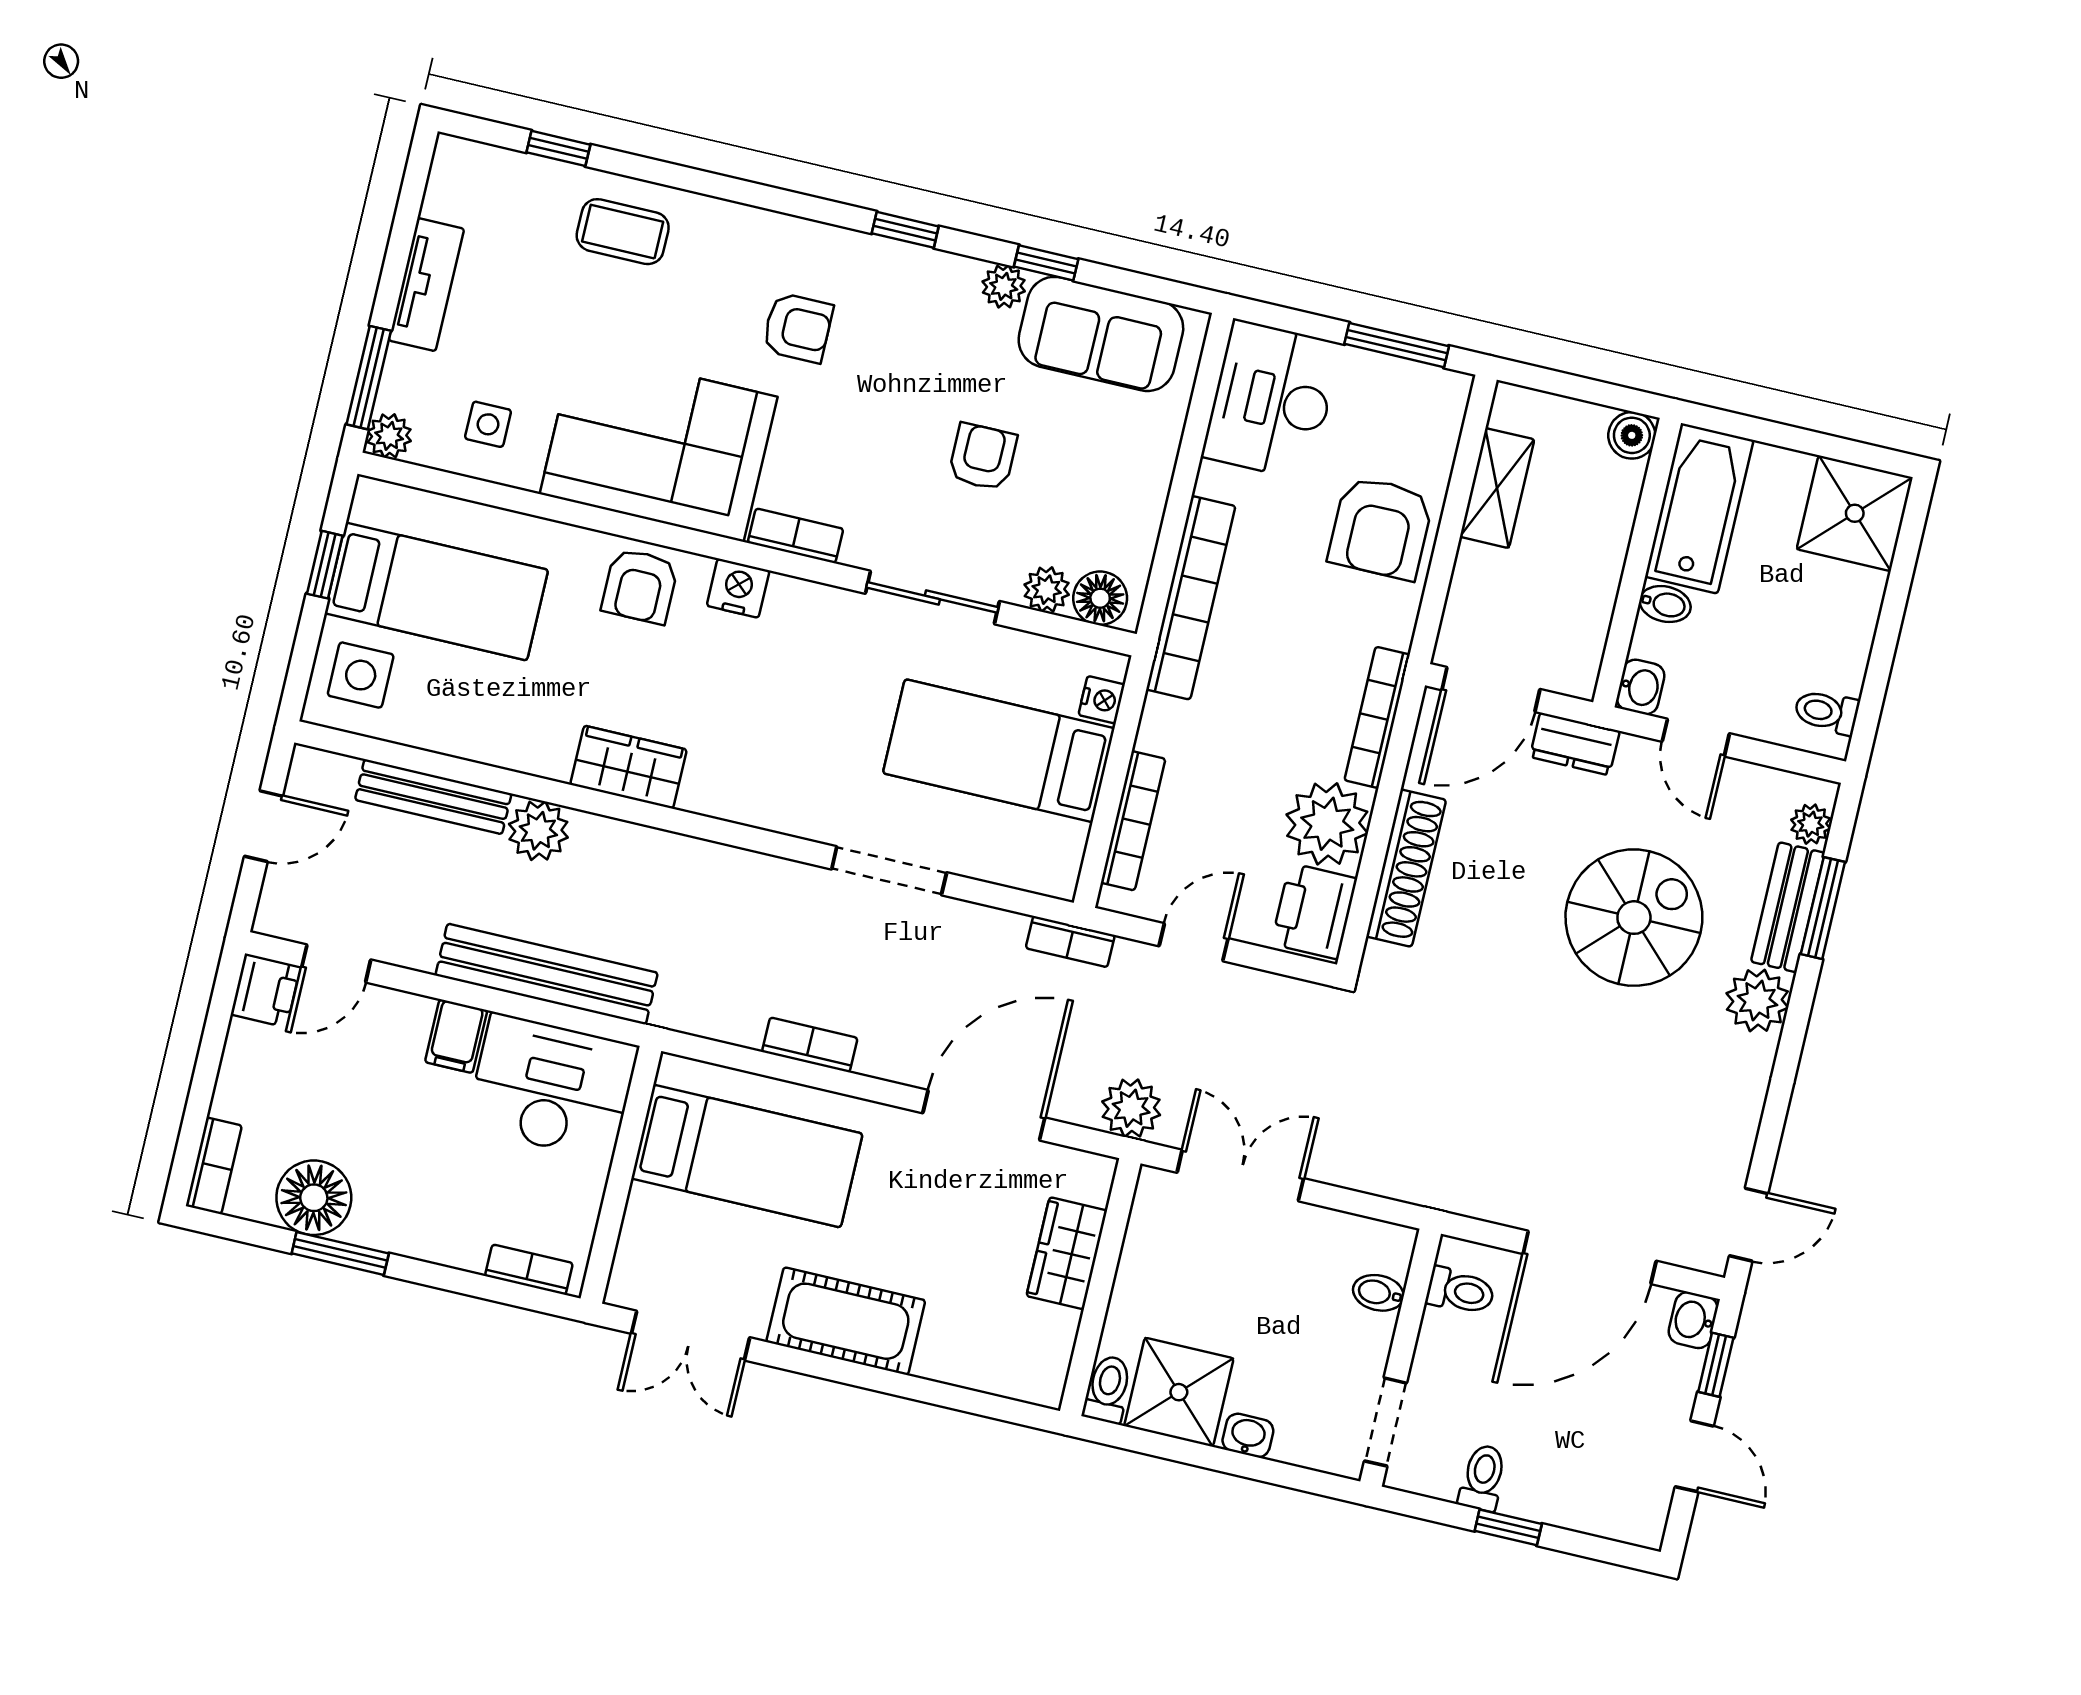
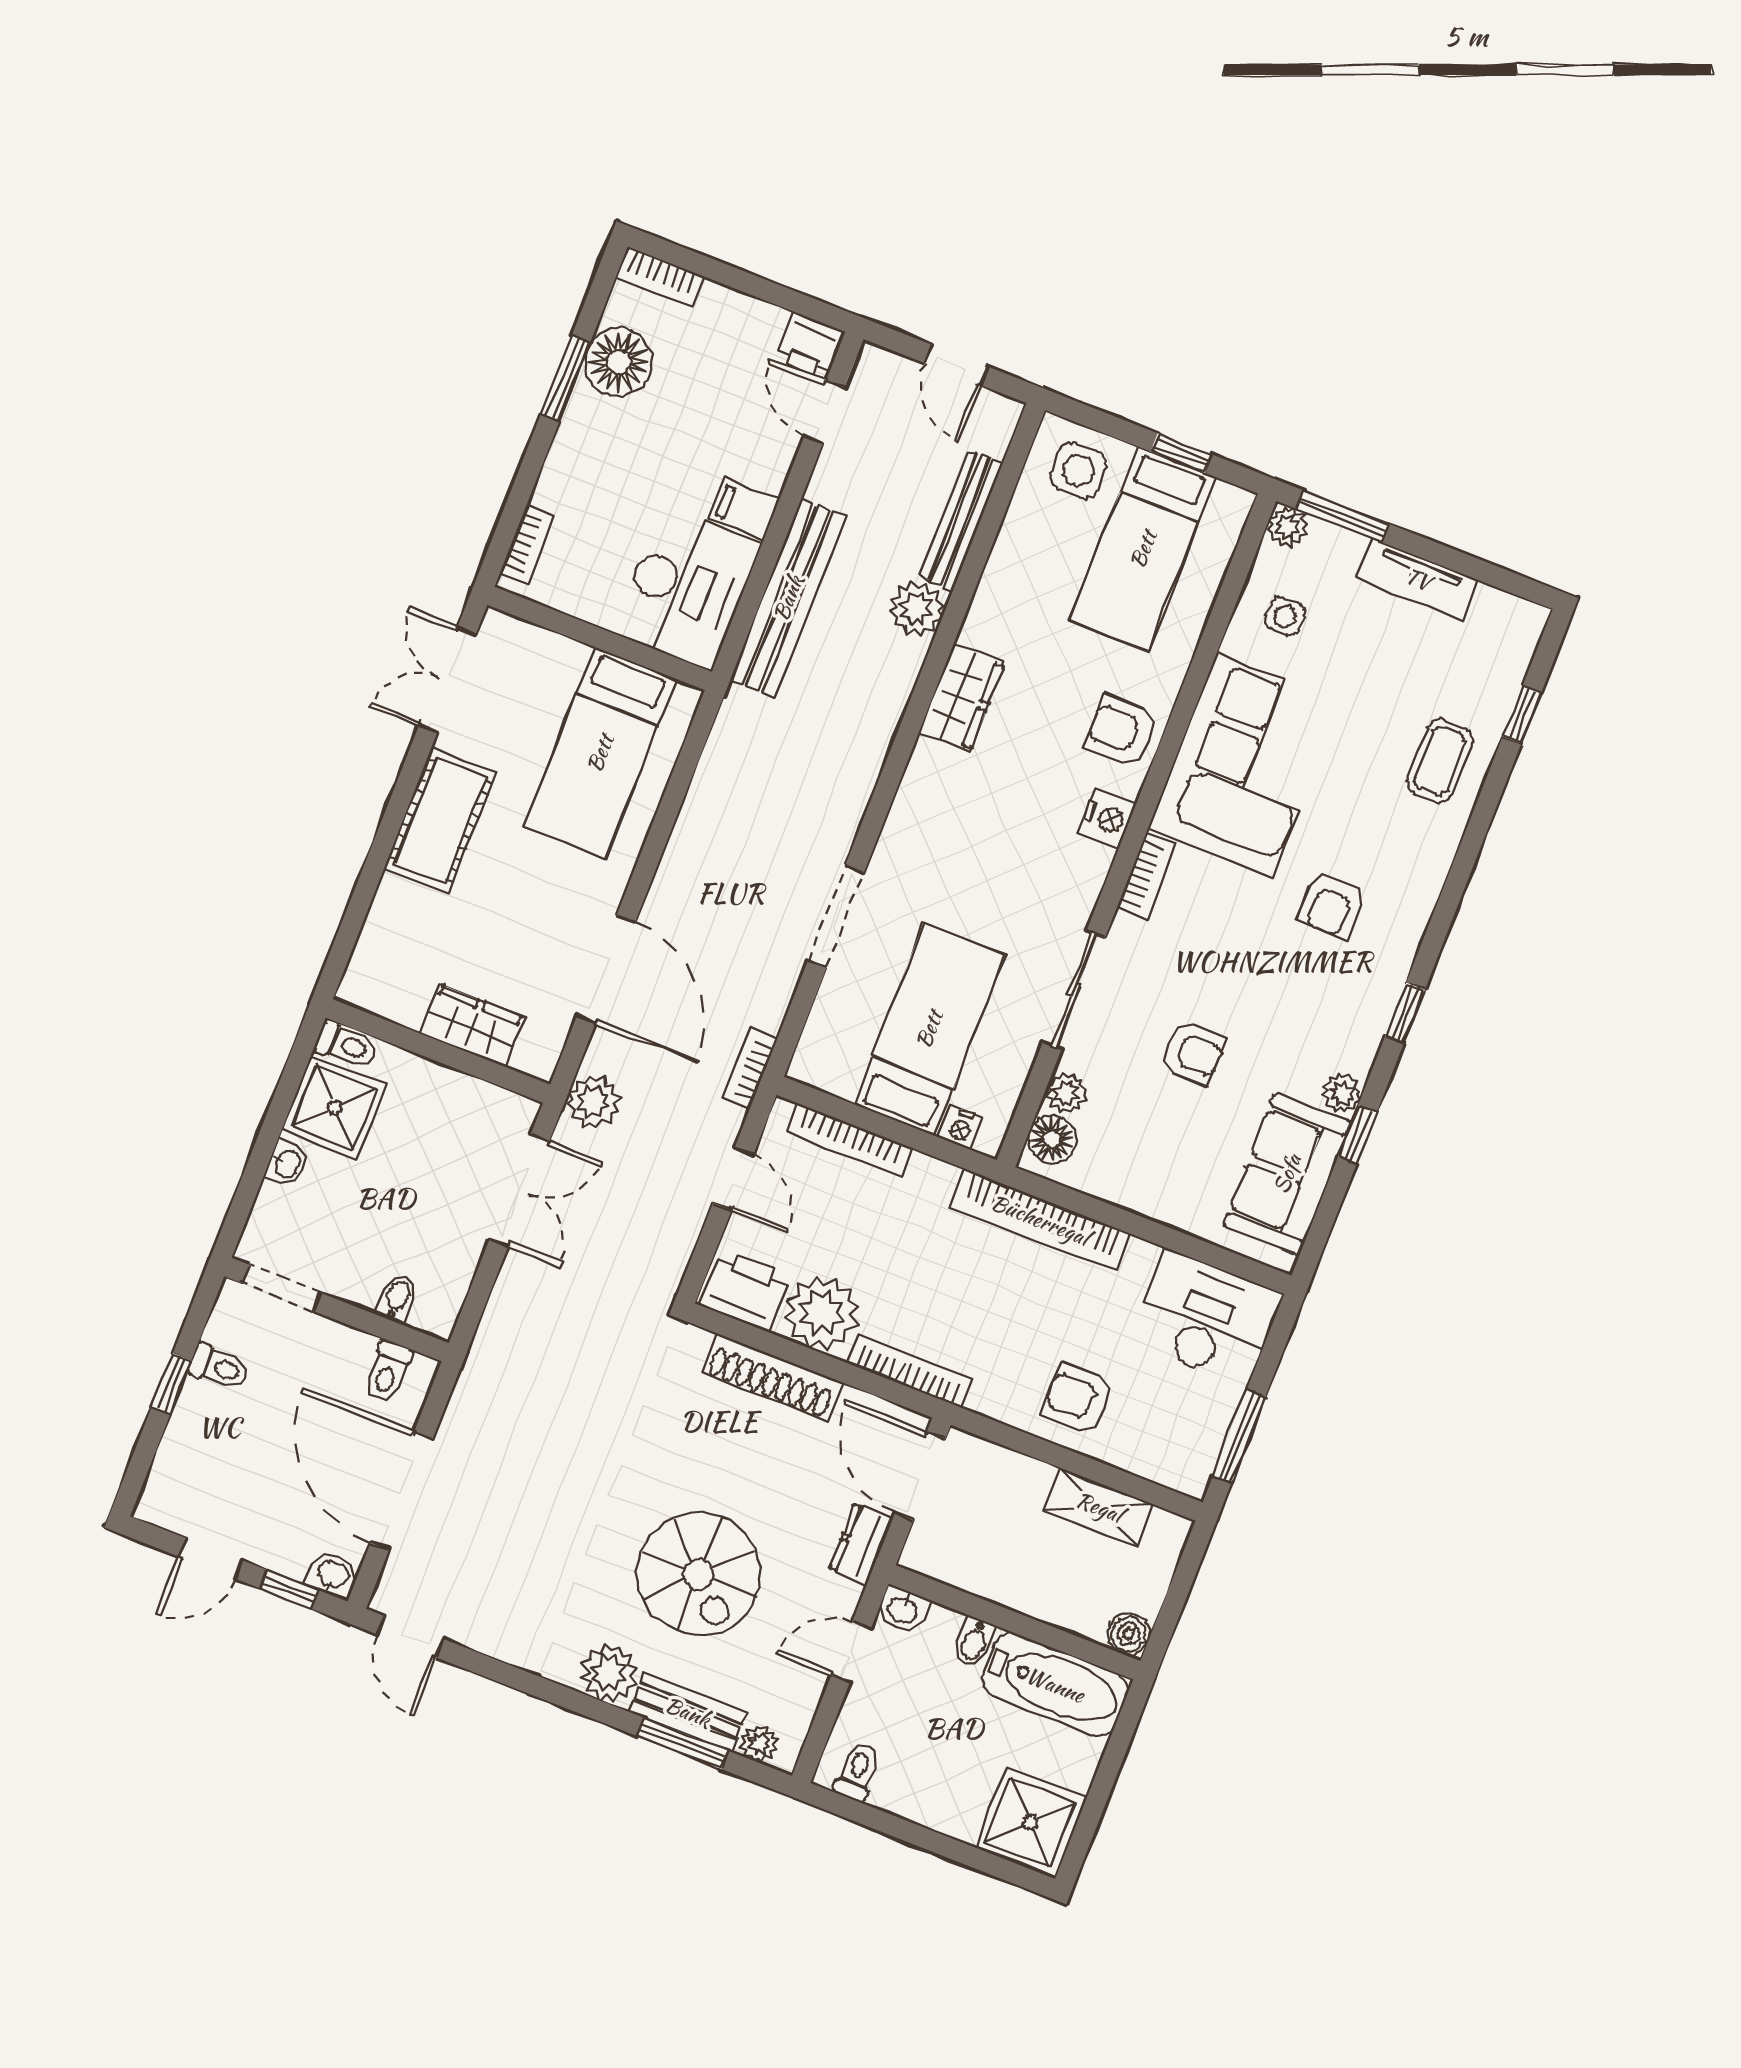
armchair: (1381, 528) -> (1078, 1398), width x0.72, depth x0.72
bookcase: (810, 1045) -> (691, 823), removed

